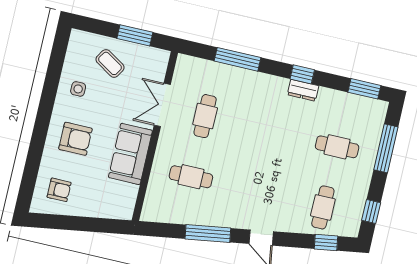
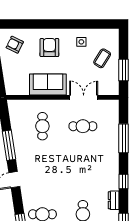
dresser: (303, 90) -> (114, 200), moved
armchair: (75, 139) -> (49, 48), turned 180
armchair: (59, 190) -> (15, 45), turned 116

